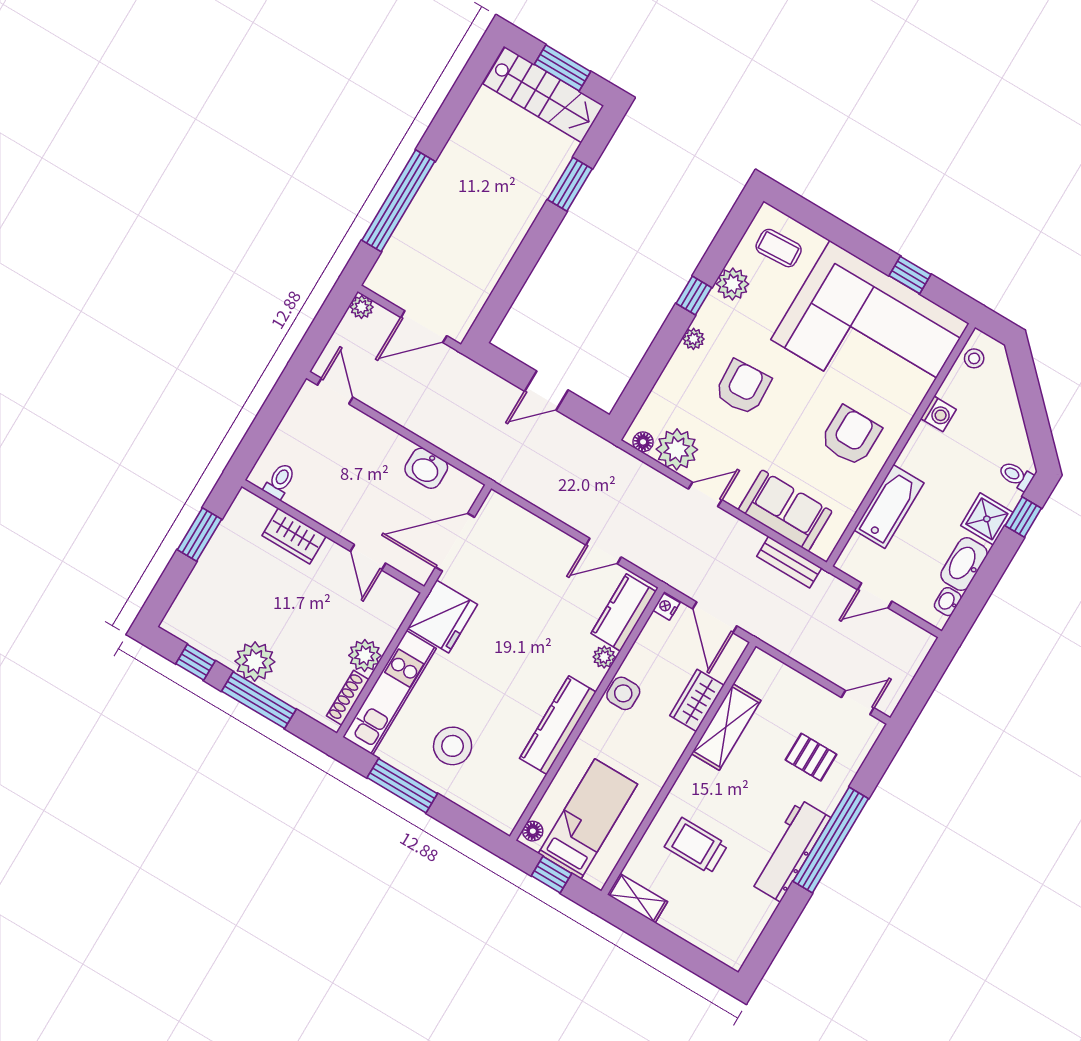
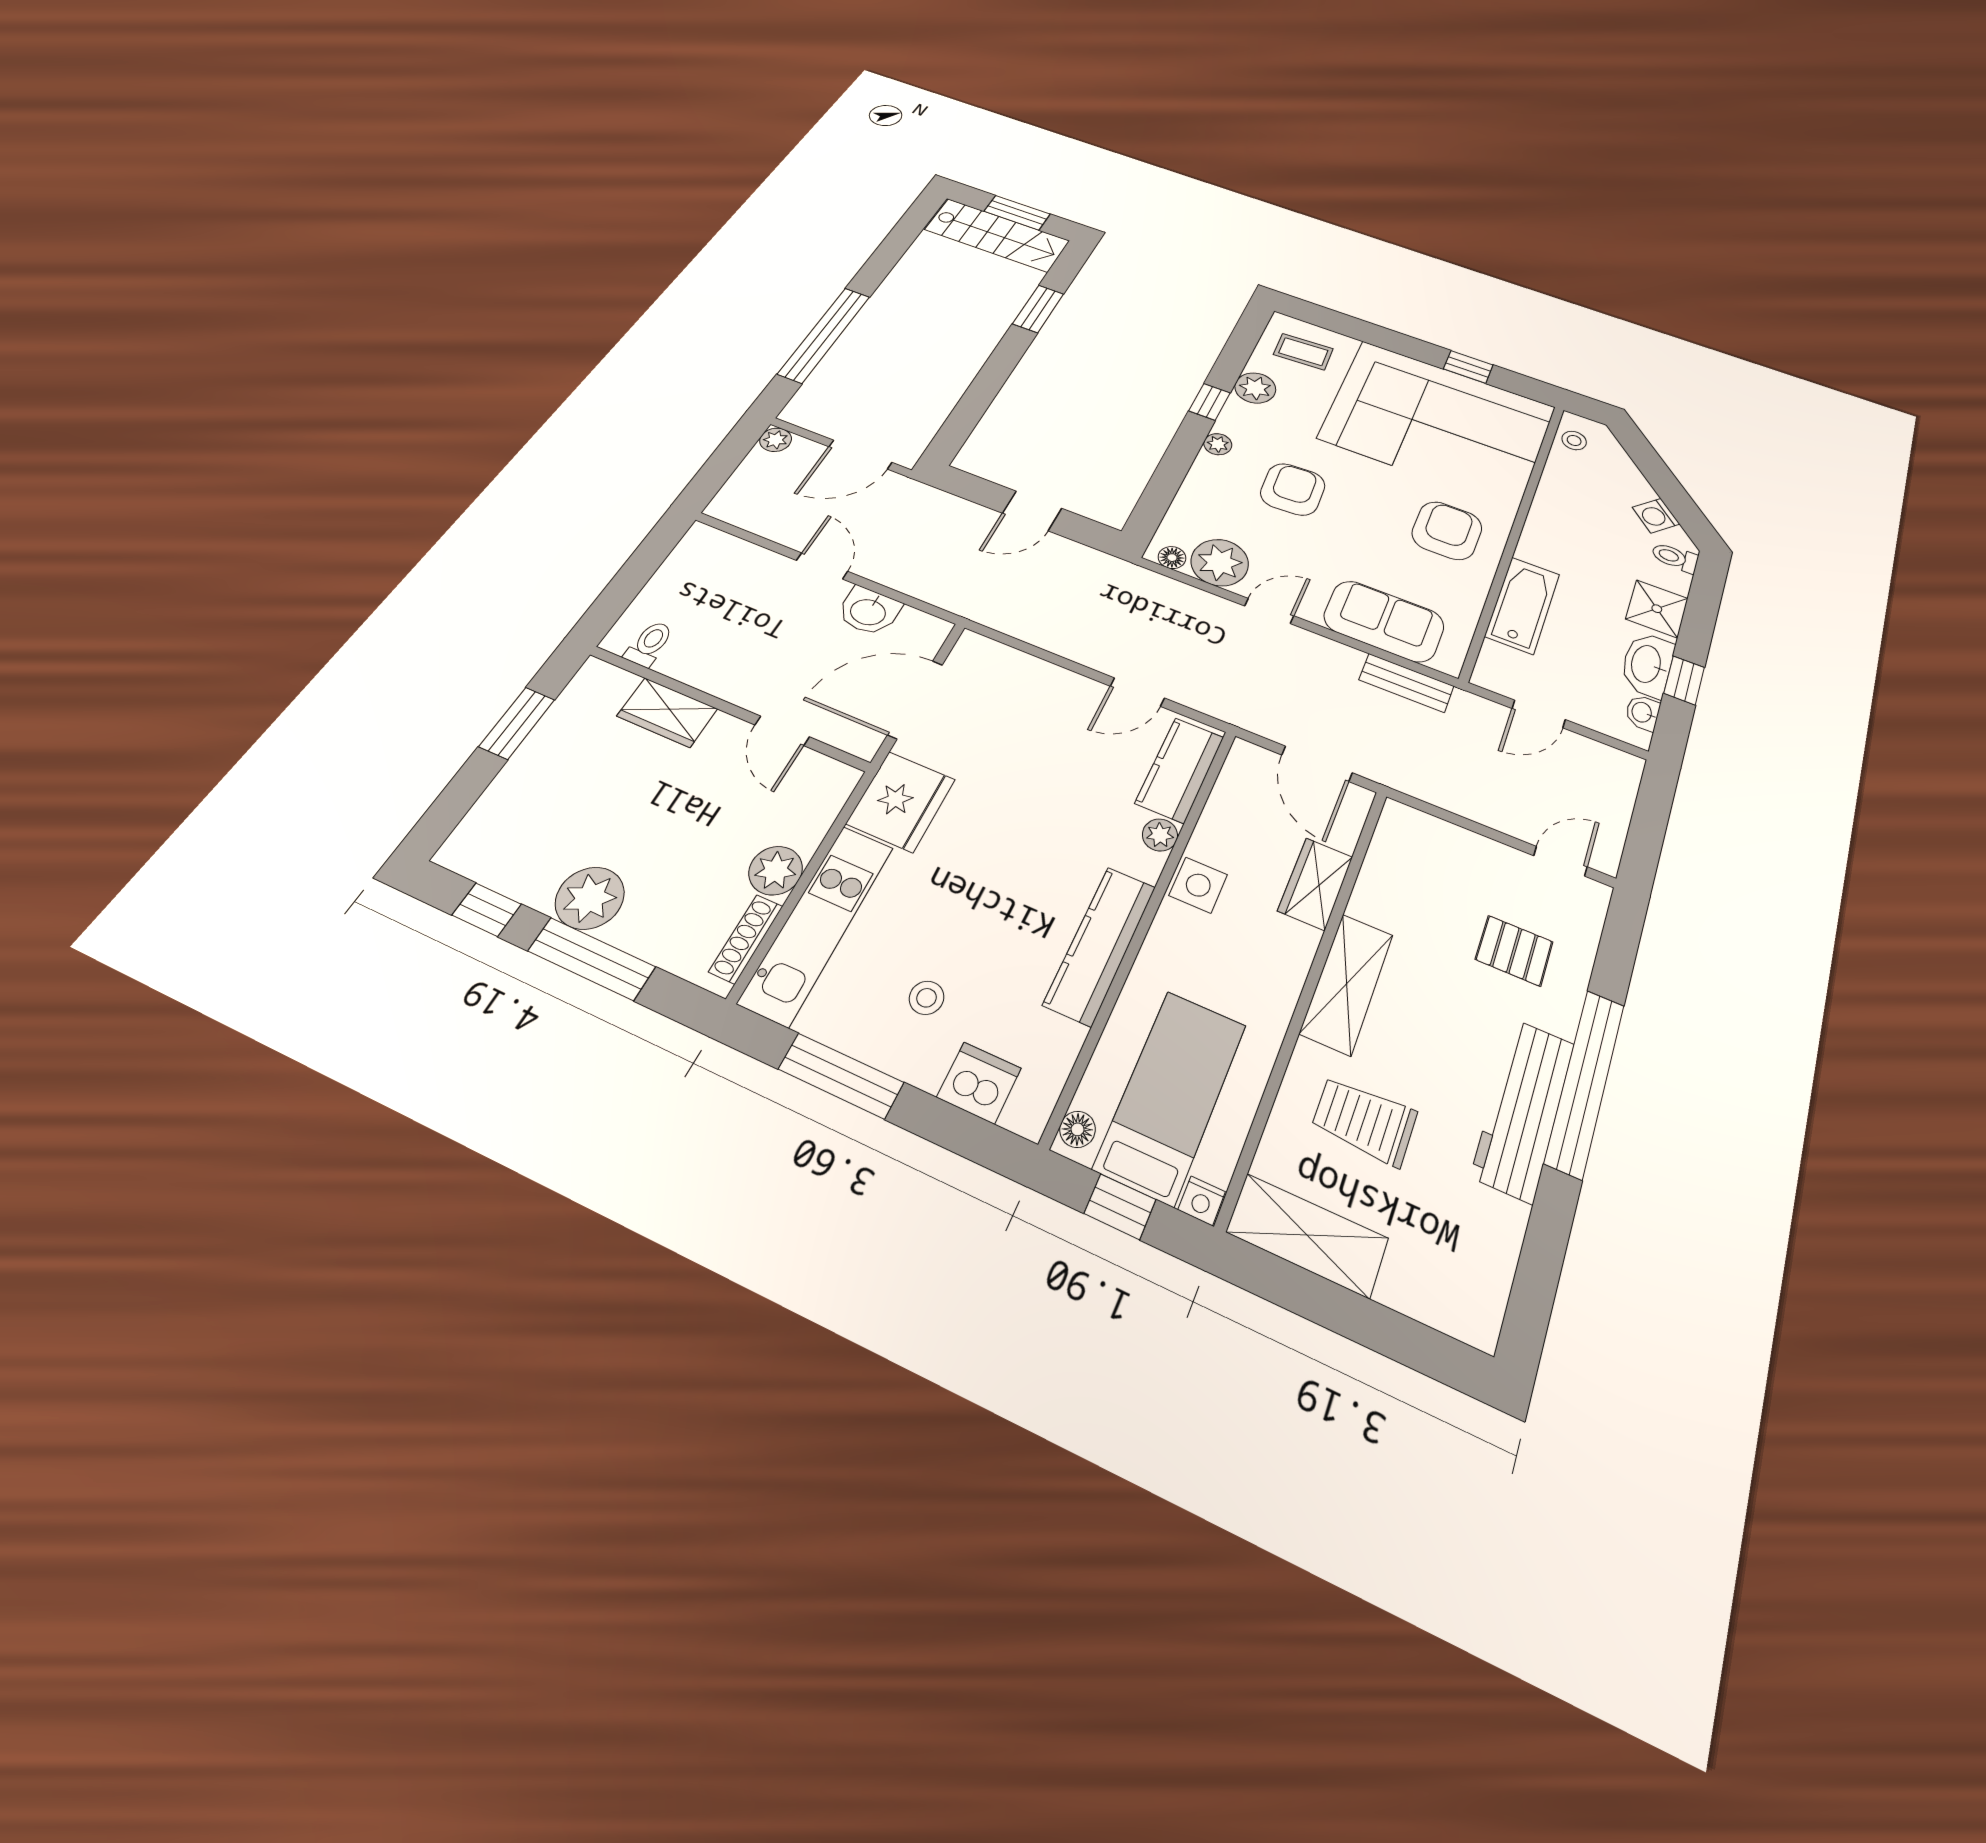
door: (335, 391) -> (822, 566), moved
washing machine: (938, 414) -> (1656, 516), moved, turned 135
window: (1023, 517) -> (1684, 680), moved
nightstand: (666, 607) -> (1202, 1201), moved, turned -90
shelving: (726, 727) -> (1347, 984), moved
stool: (453, 746) -> (927, 998), width x0.53, depth x0.53
dishwasher: (480, 799) -> (979, 1083), added
shelving: (637, 898) -> (1307, 1235), width x1.50, depth x1.33

